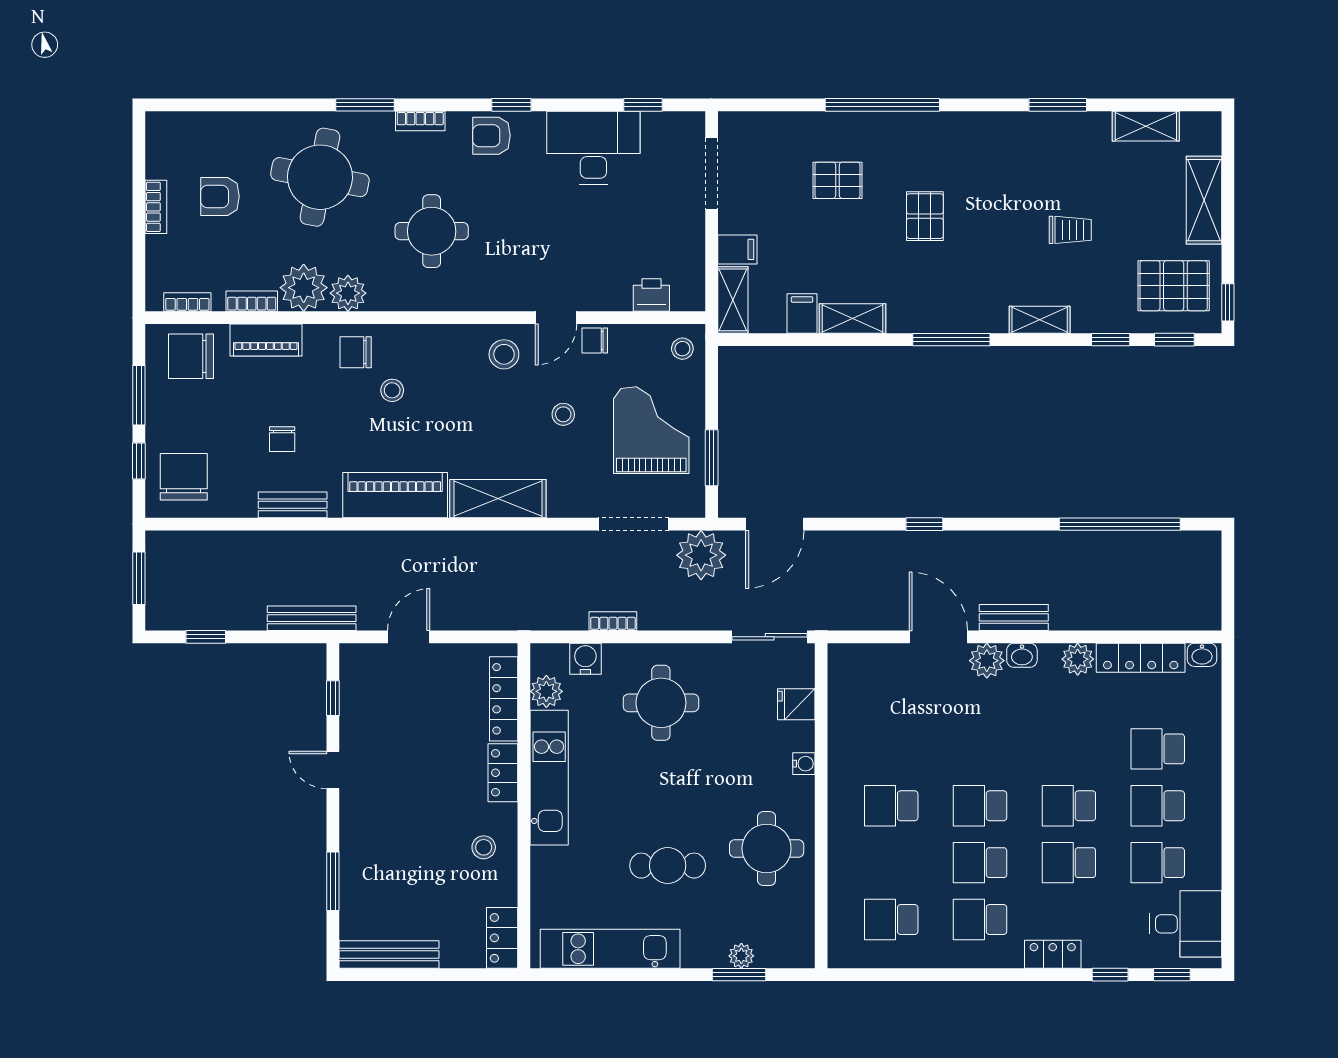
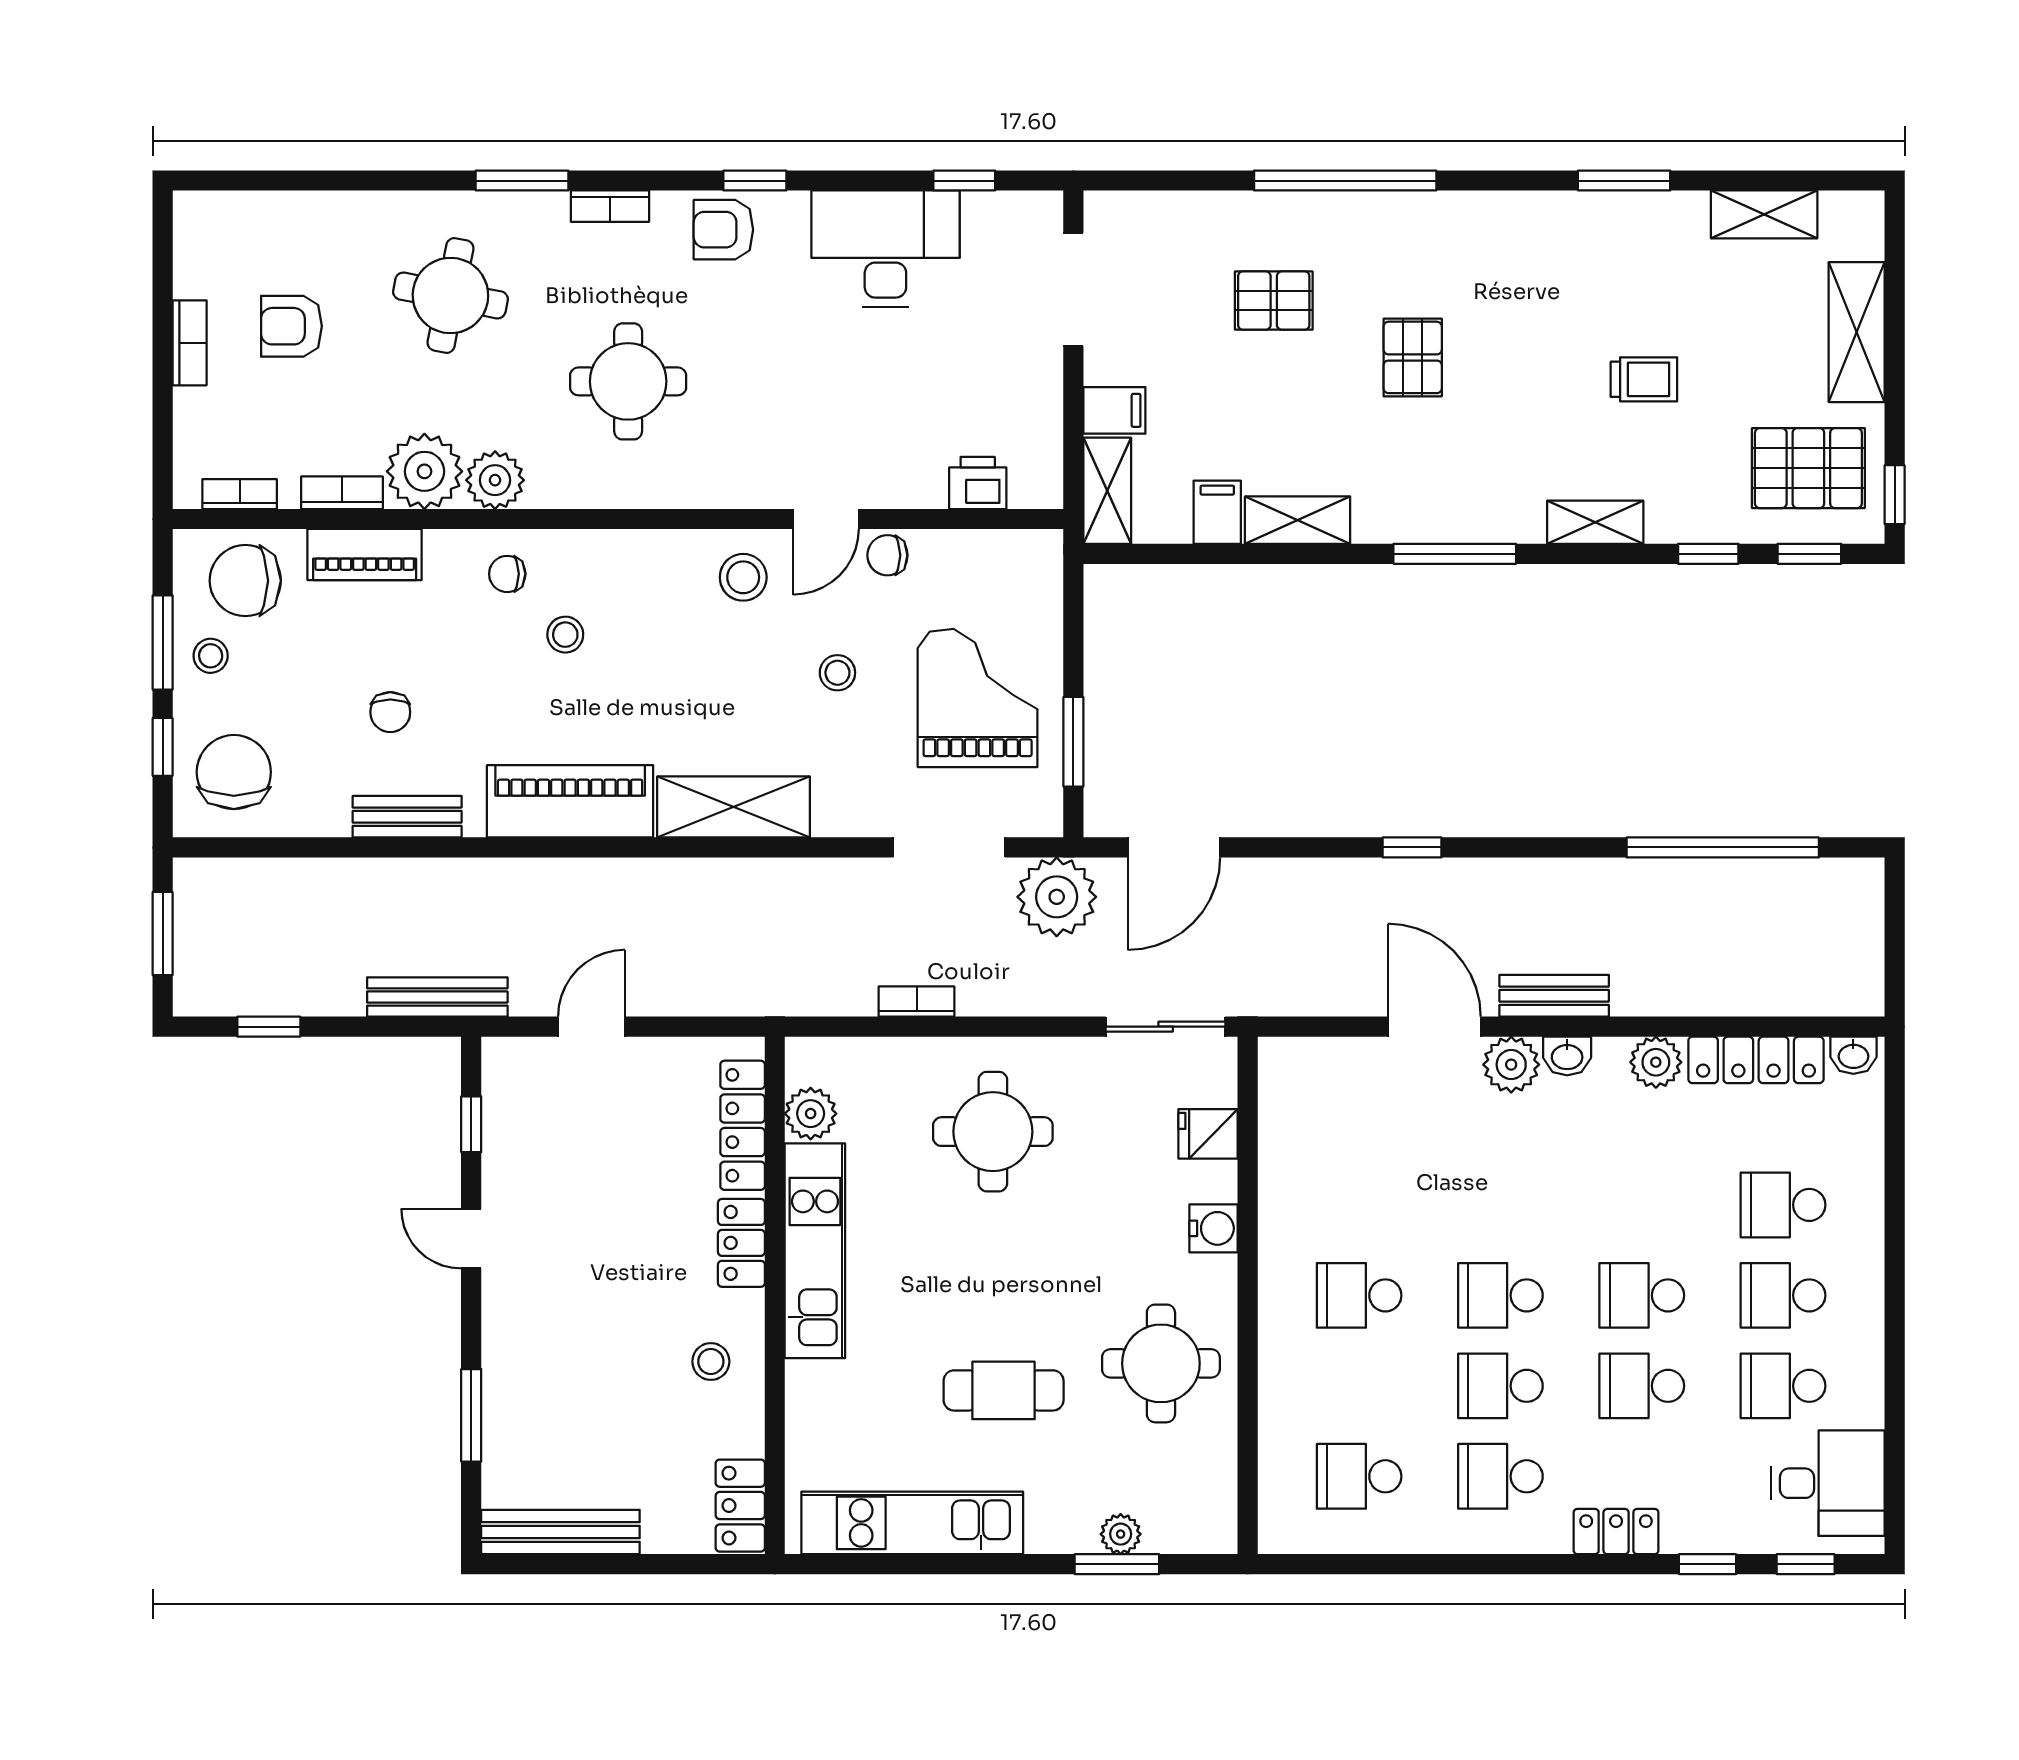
round table: (320, 177) -> (450, 295), width x0.73, depth x0.73
stool: (682, 349) -> (211, 656), moved
chair: (356, 352) -> (507, 574), width x0.73, depth x0.73
water cooler: (585, 659) -> (873, 1061), removed
water cooler: (804, 764) -> (1214, 1228), width x1.38, depth x1.38

